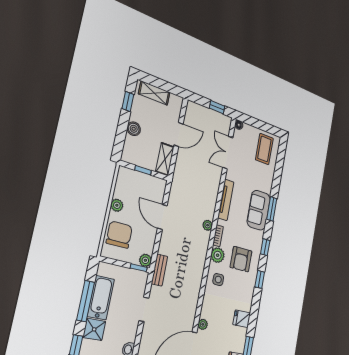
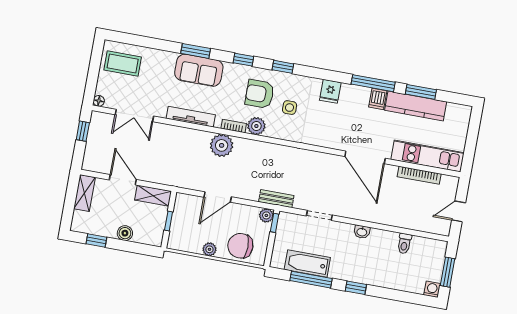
shelving: (154, 93) -> (85, 193), moved
plant: (208, 225) -> (222, 145), width x1.87, depth x1.87
armchair: (241, 259) -> (260, 94), turned 180
side table: (218, 280) -> (290, 108), moved
plant: (203, 324) -> (336, 143), removed
shower: (94, 329) -> (340, 270), removed

